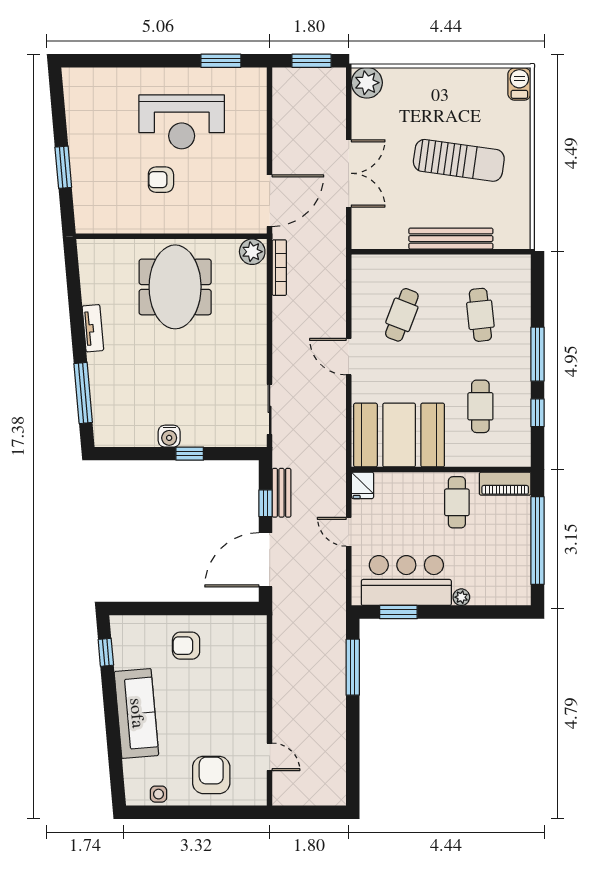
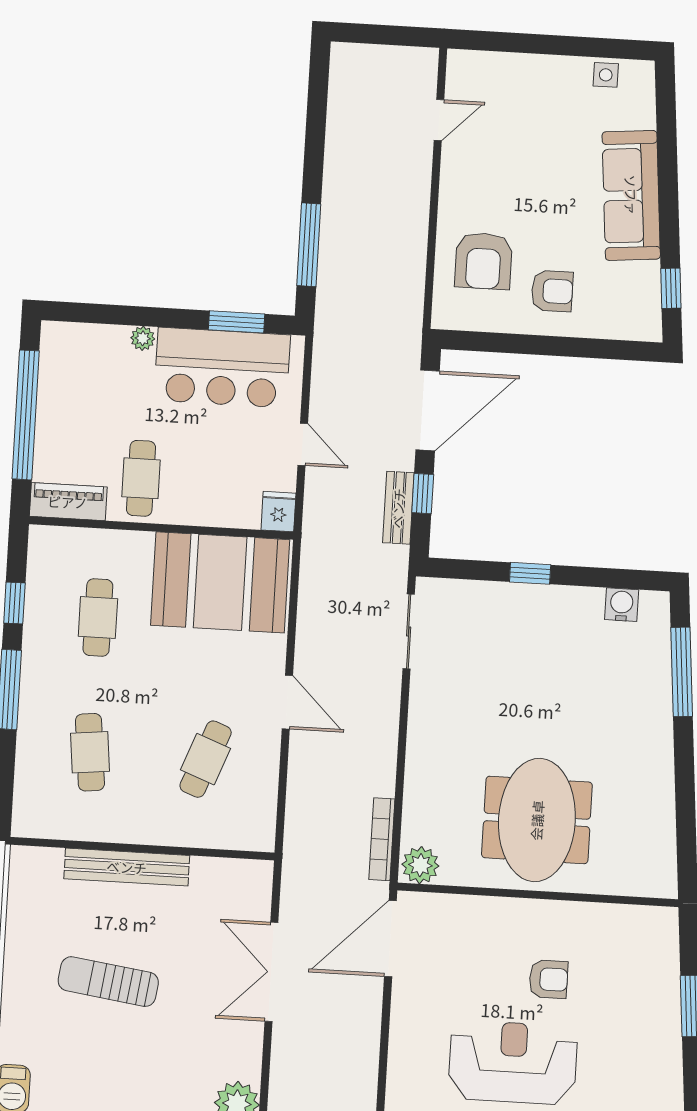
sun lounger: (459, 160) -> (108, 982), width x0.73, depth x0.75
tv unit: (93, 328) -> (662, 766), removed
water cooler: (169, 436) -> (622, 605), moved
door: (270, 757) -> (439, 120), swing flipped
armchair: (211, 775) -> (483, 261), moved

